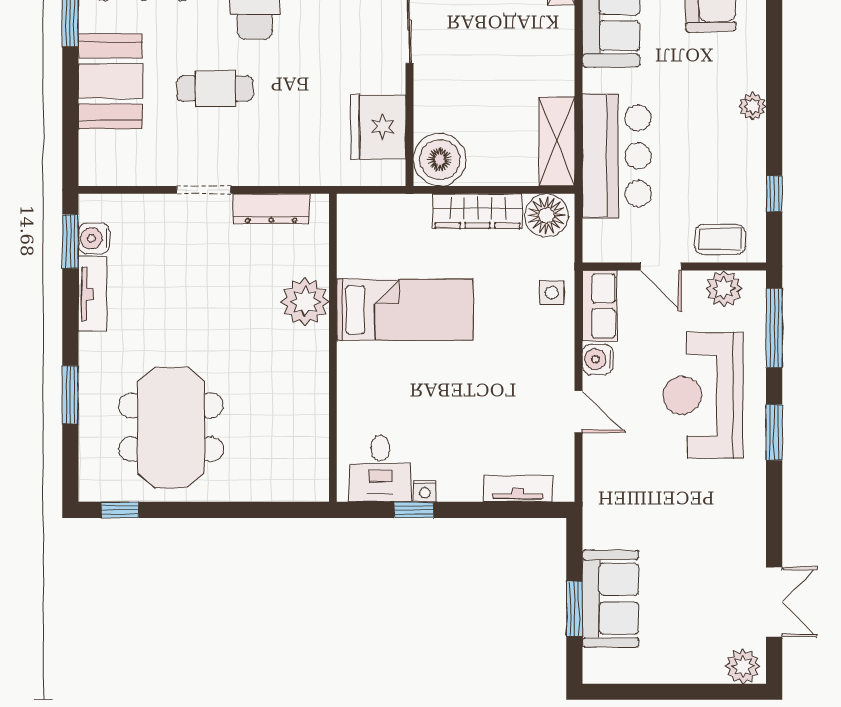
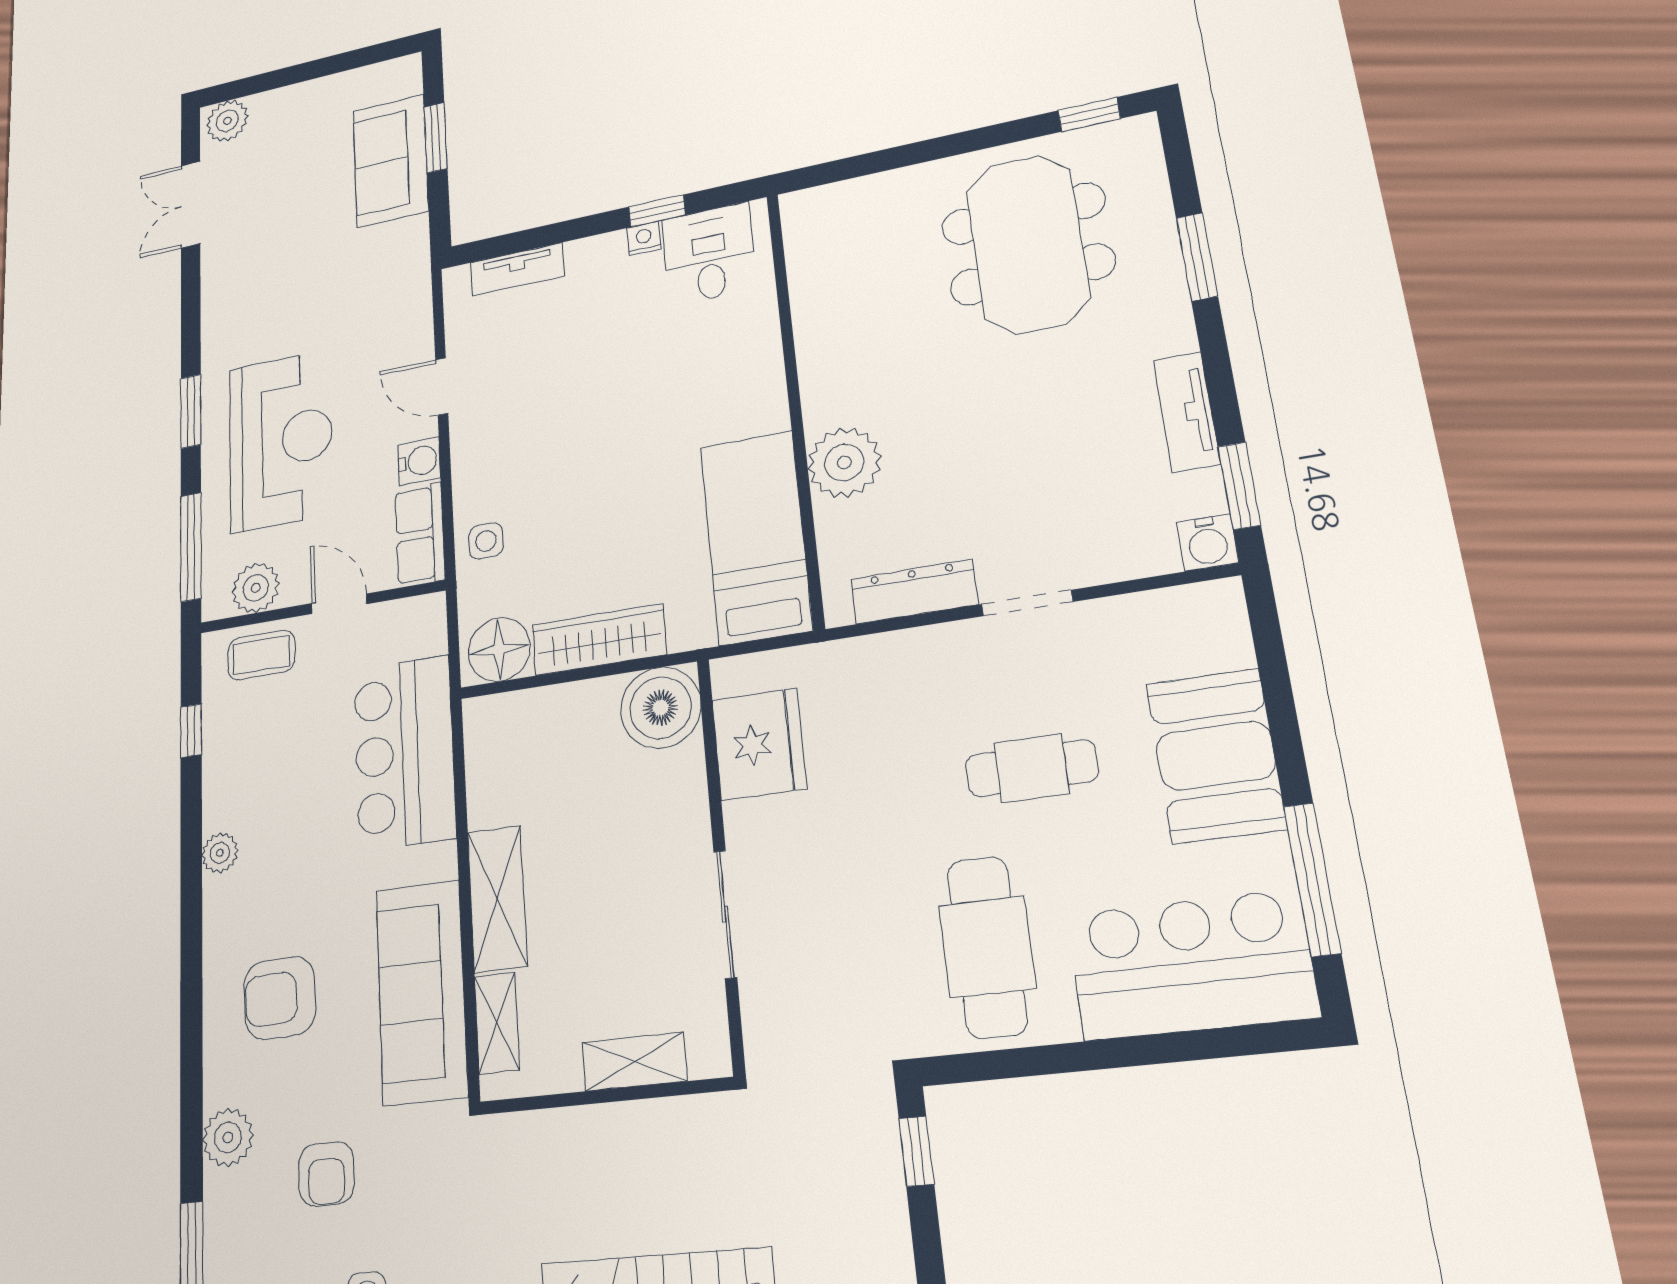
shelving: (557, 141) -> (497, 899), moved
water cooler: (94, 238) -> (1208, 543), moved, turned 90
bed: (405, 310) -> (756, 537), moved, turned 90

